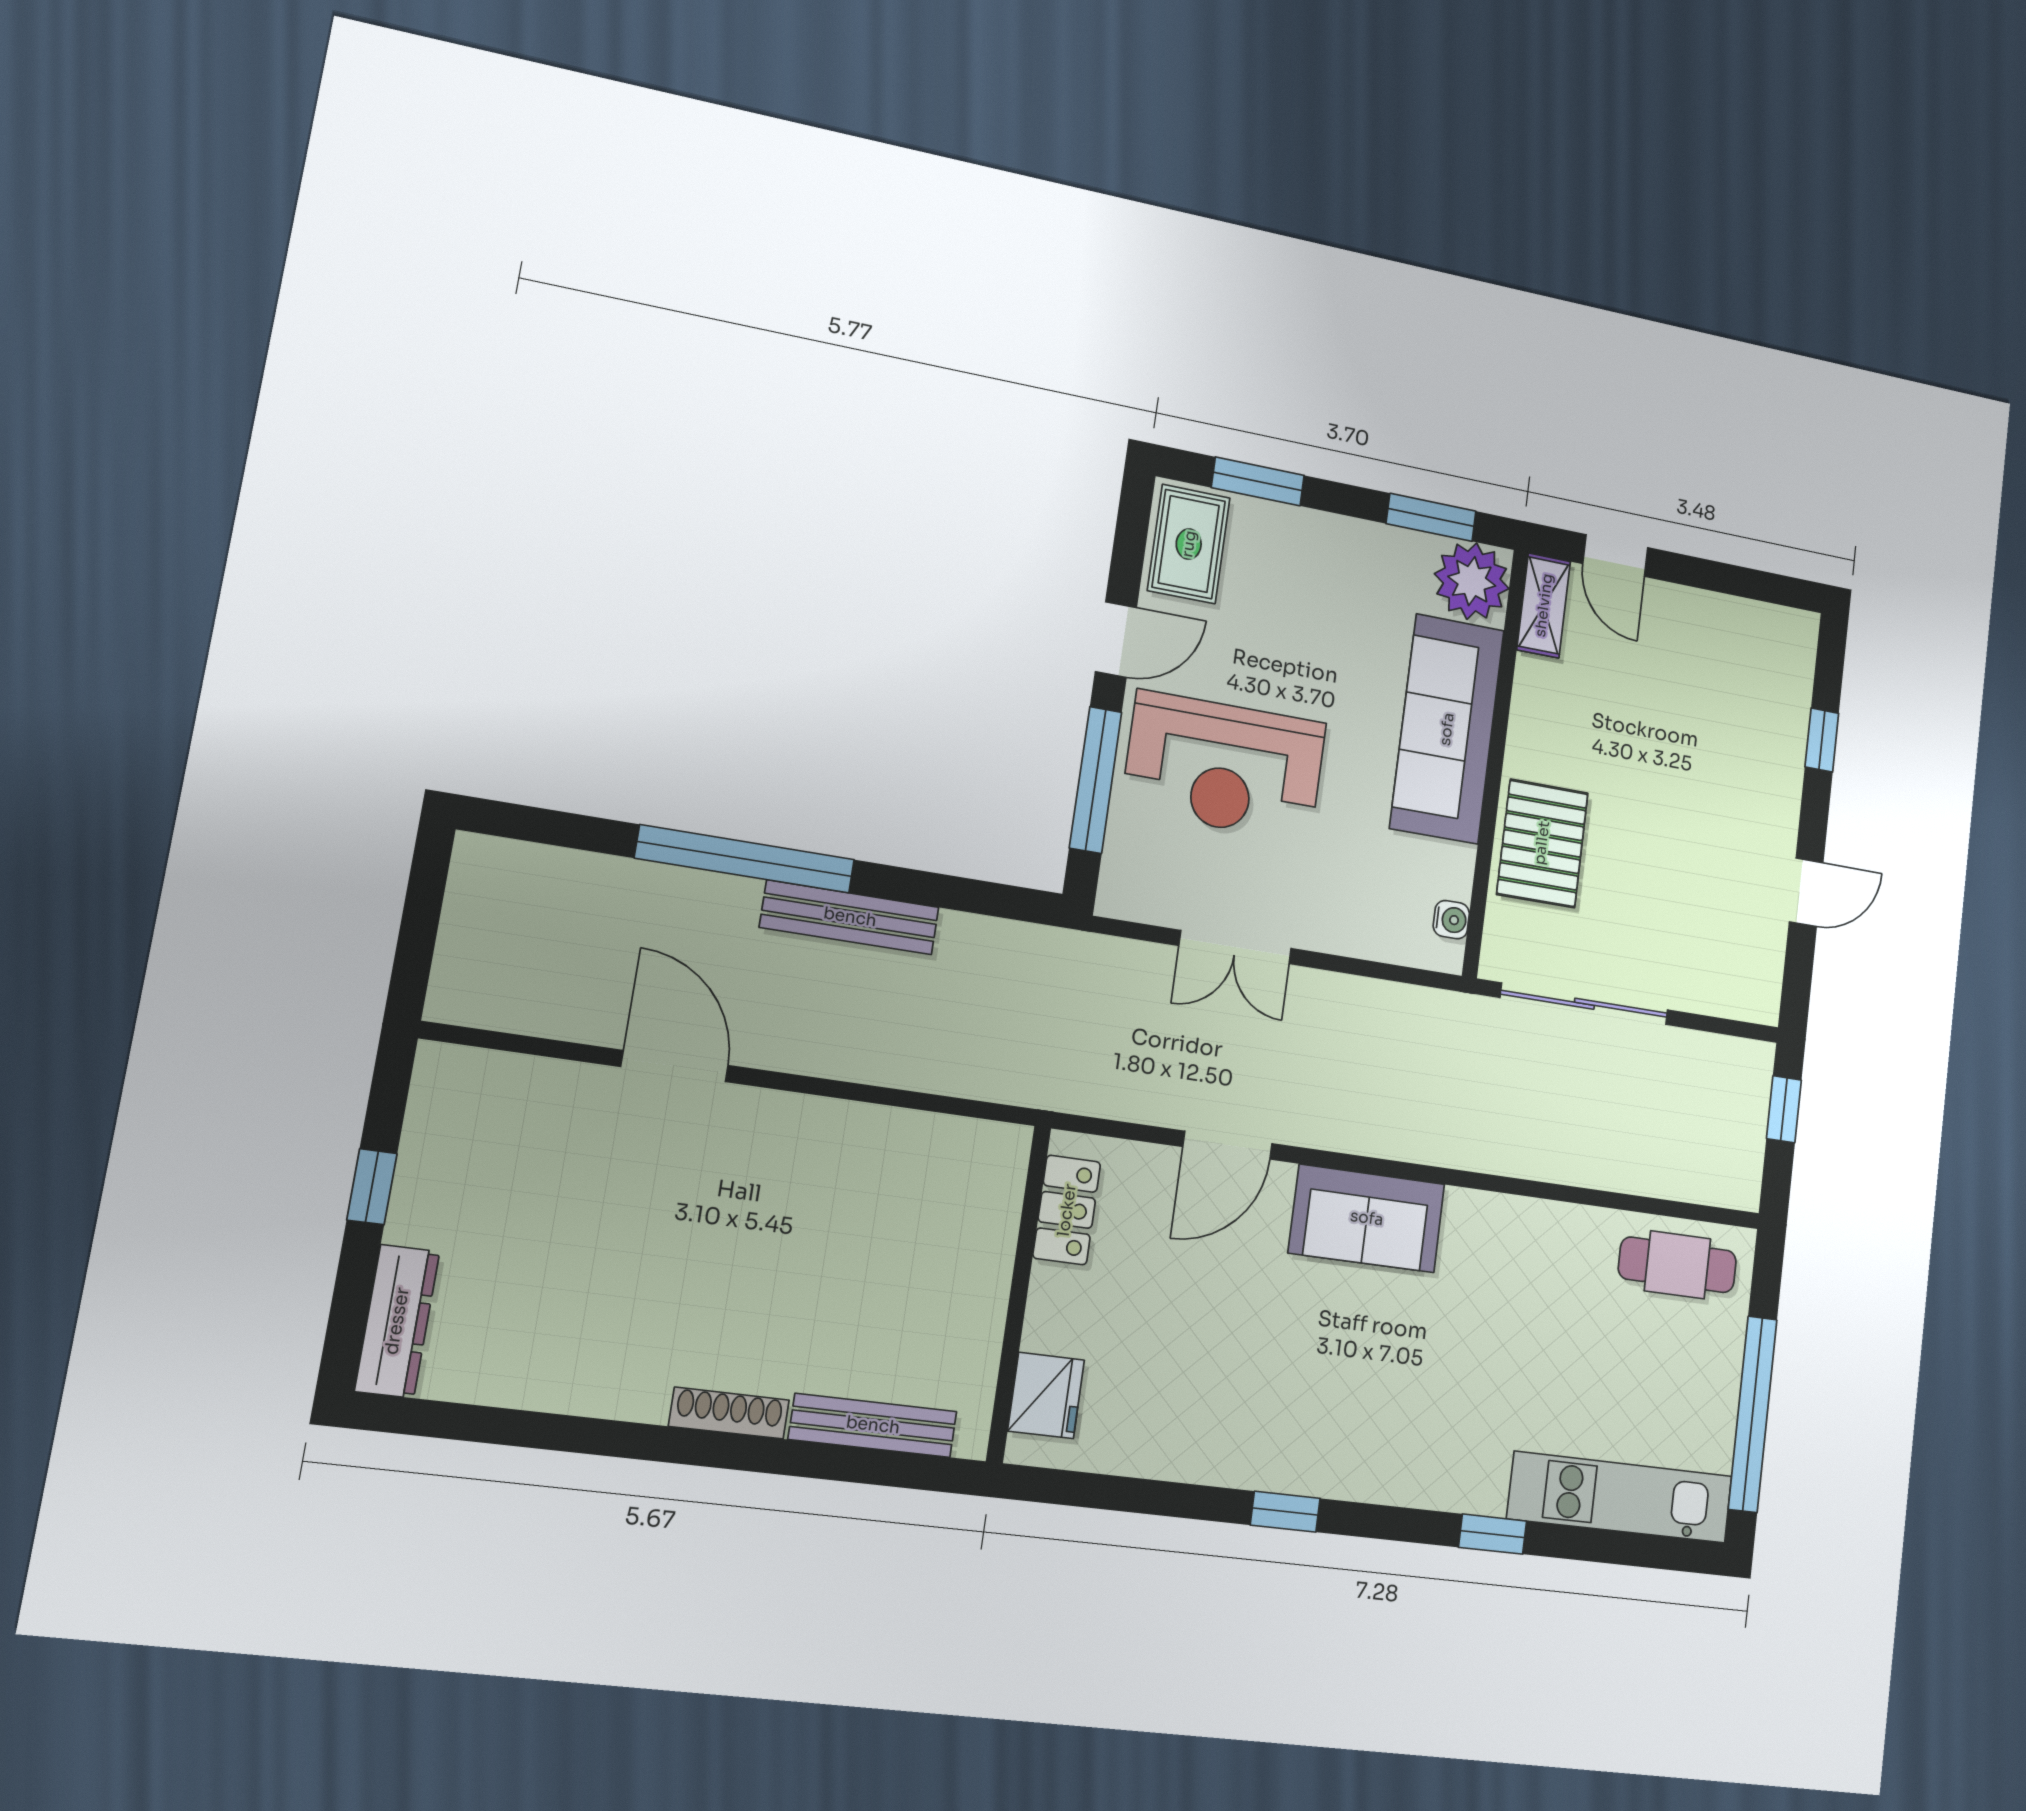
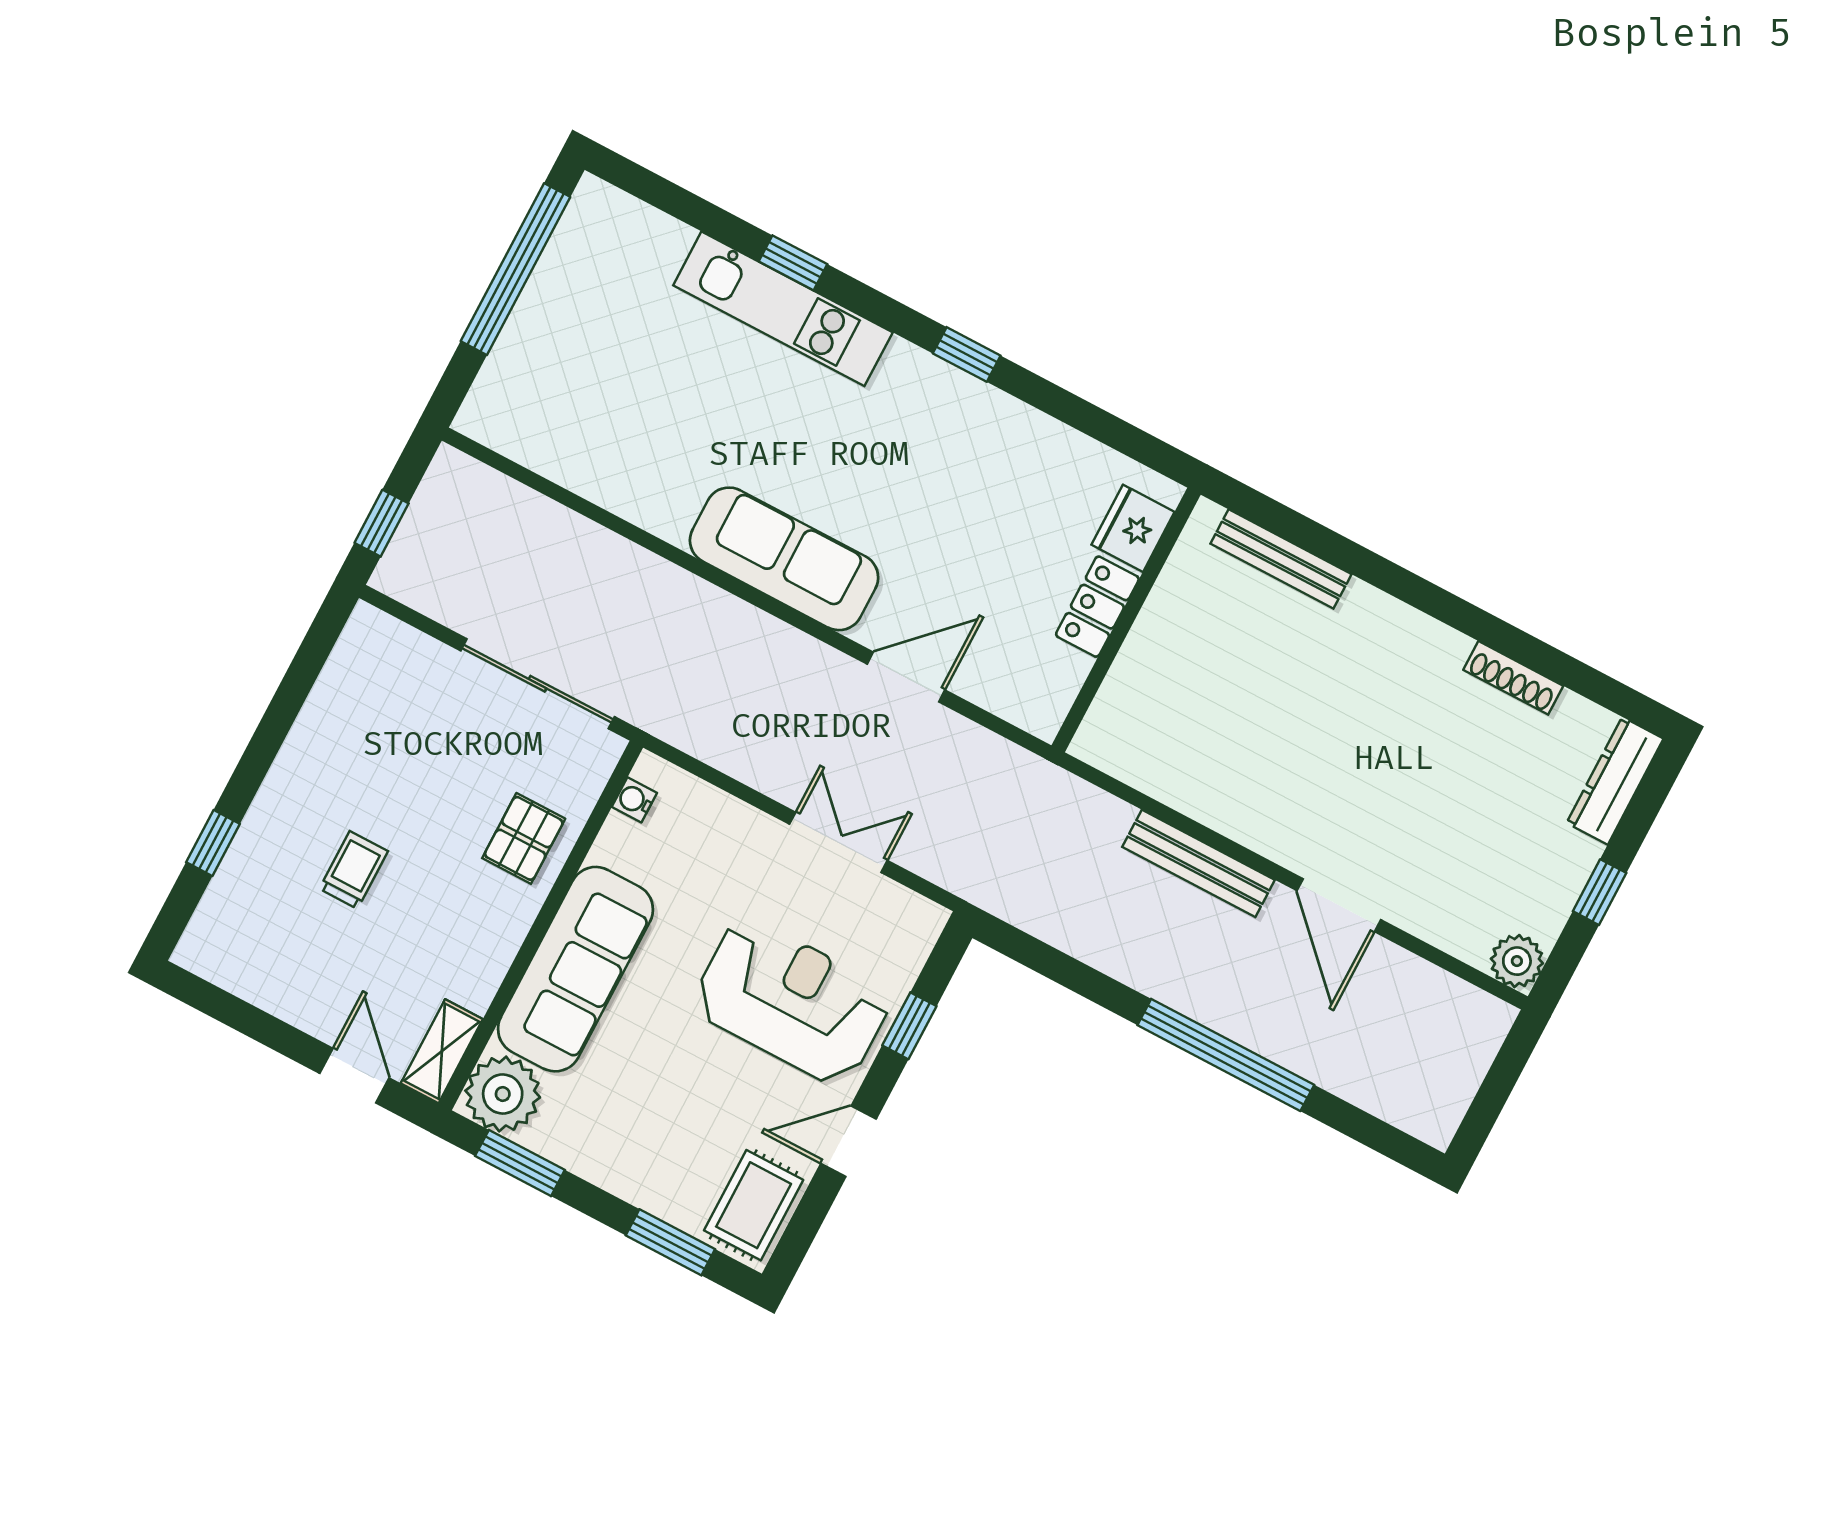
trolley: (1688, 757) -> (354, 870), added
window: (1096, 780) -> (909, 1026), width x0.46
pallet: (1542, 843) -> (524, 838), width x0.67, depth x0.71
door: (1806, 892) -> (283, 709), removed
bench: (850, 917) -> (1199, 863), moved
plant: (445, 1074) -> (1517, 961), added
locker: (1067, 1210) -> (1097, 607), moved
sofa: (1367, 1218) -> (784, 559), width x1.36
cafe table: (1677, 1265) -> (537, 425), removed
shoe rack: (729, 1413) -> (1513, 678), moved
kitchen unit: (1620, 1497) -> (783, 309), moved

